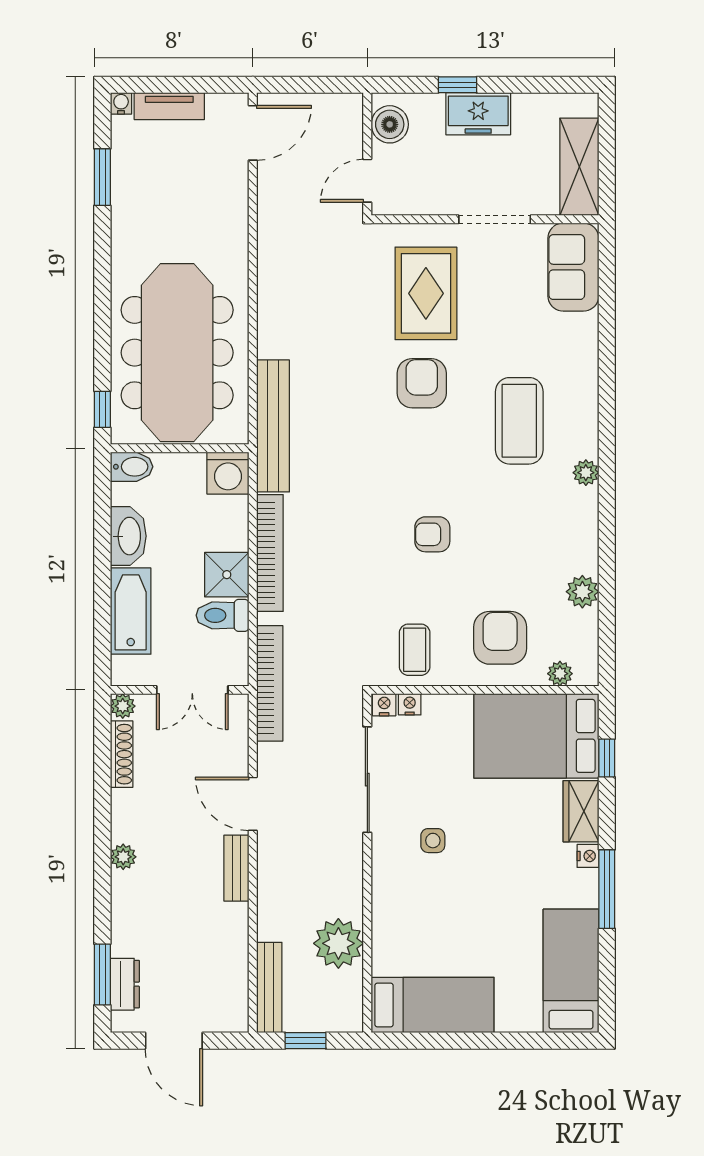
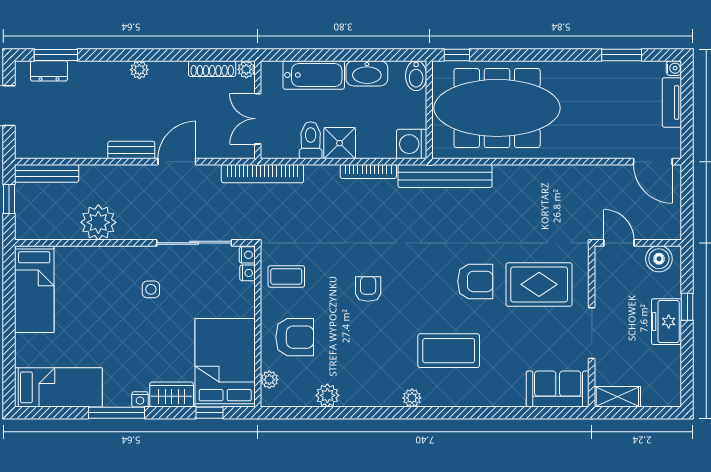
shelving: (579, 167) -> (617, 397), width x0.67, depth x0.75
bookcase: (270, 553) -> (368, 172), width x0.68, depth x0.76
plant: (338, 943) -> (98, 222), moved

